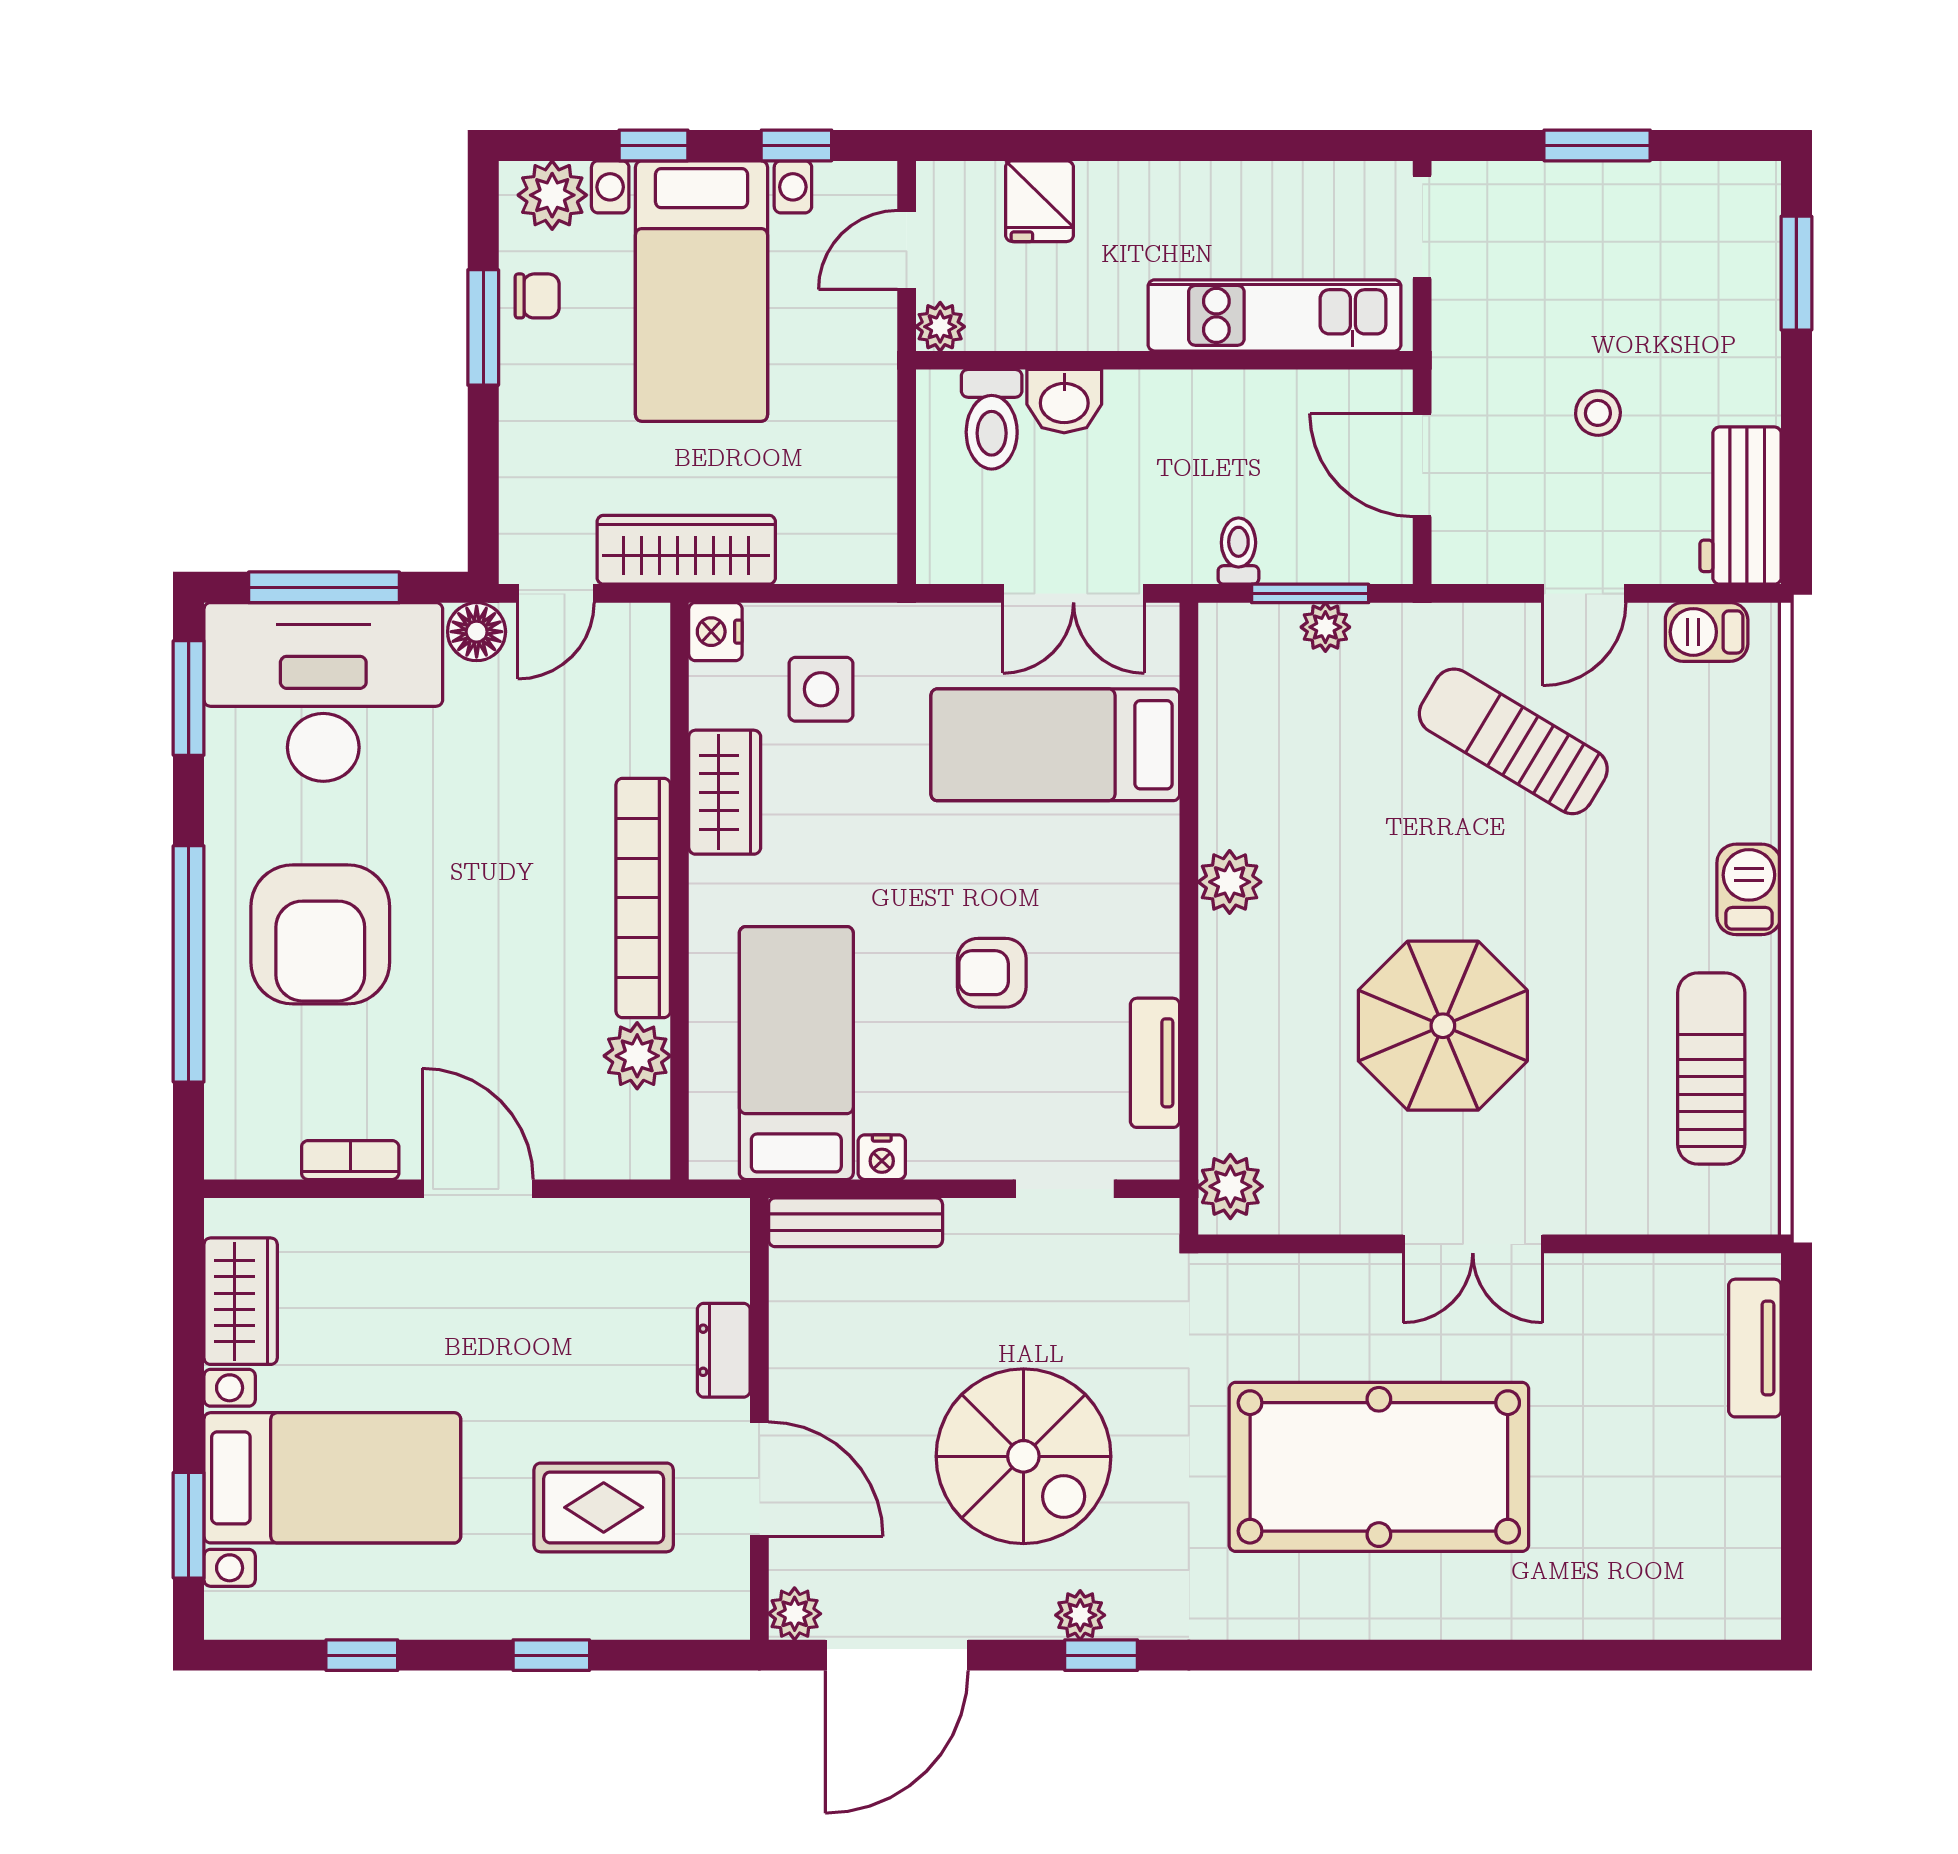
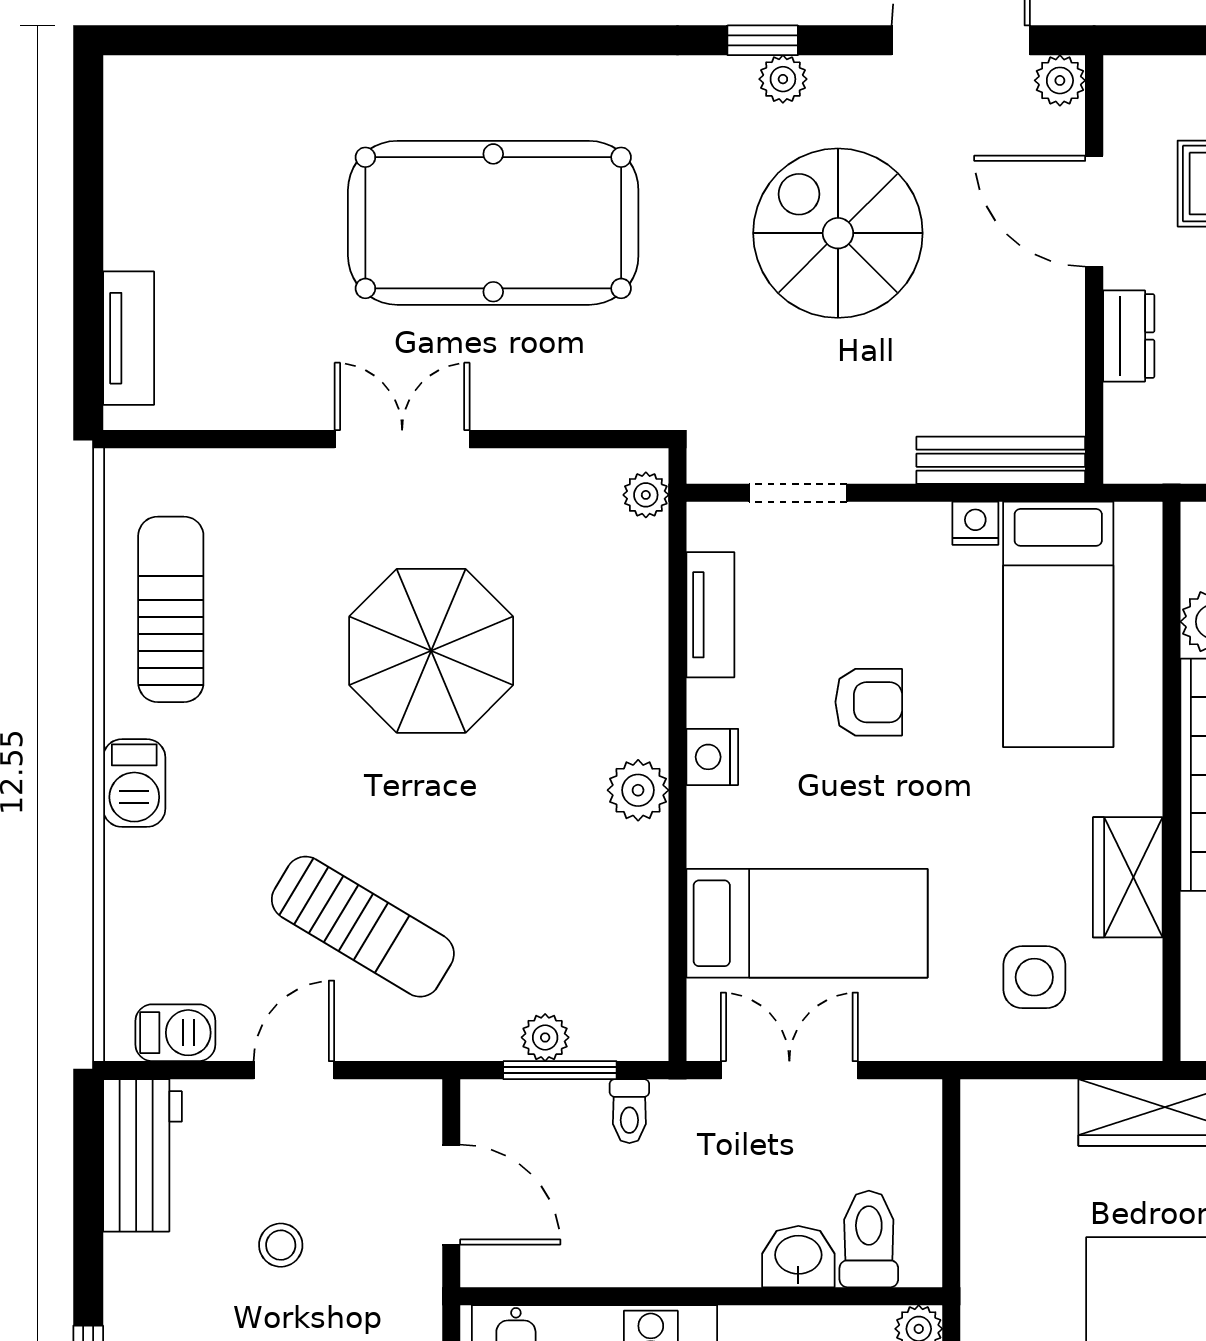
nightstand: (715, 632) -> (712, 757), moved, turned 180
sun lounger: (1711, 1069) -> (171, 609), turned 180
plant: (1230, 1186) -> (646, 495), width x0.73, depth x0.73

